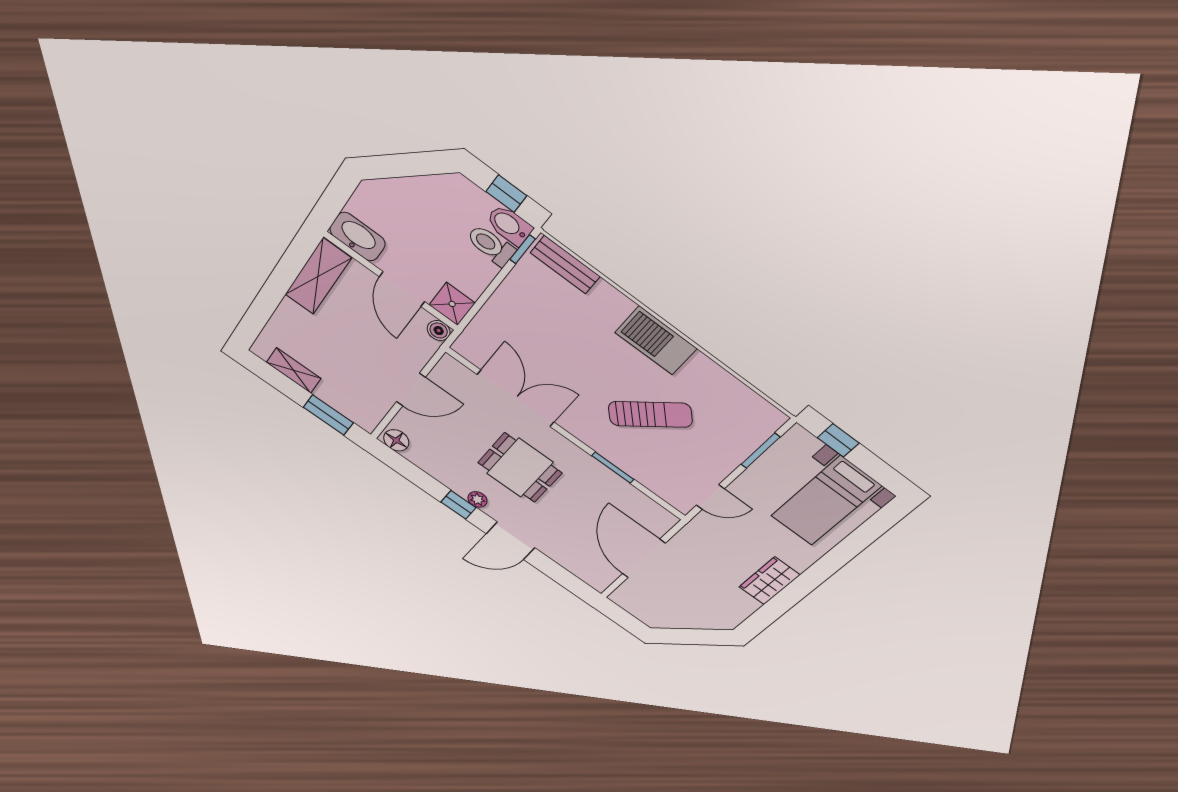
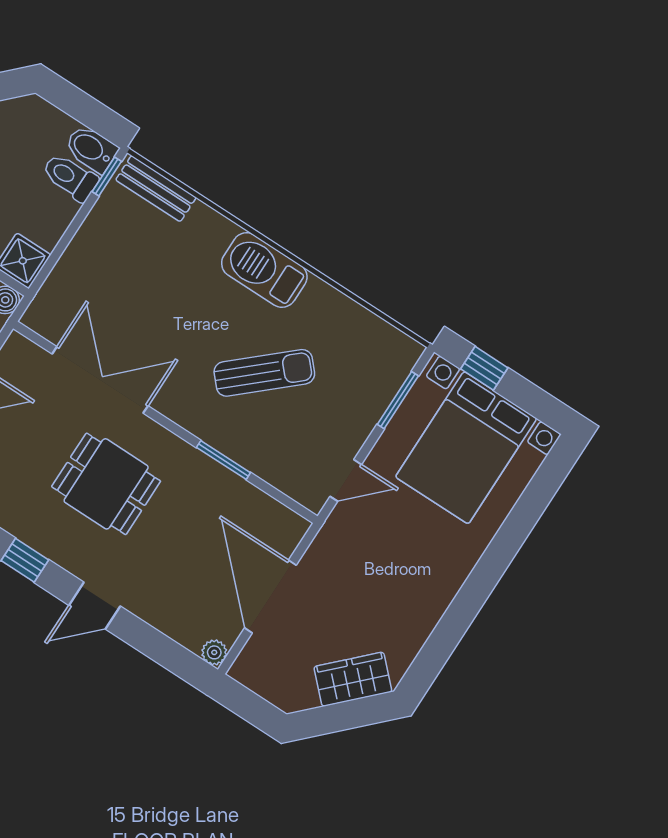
window: (506, 194) -> (88, 111), removed
plant: (477, 499) -> (214, 652), moved
bed with nightstands: (826, 501) -> (466, 448), width x1.36
door: (511, 541) -> (95, 606), width x0.73
wardrobe: (769, 581) -> (353, 679), moved, turned 45

